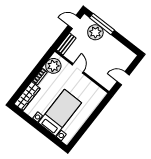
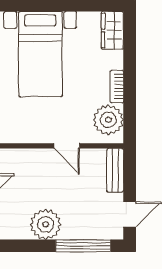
plant: (95, 32) -> (46, 224), moved
wardrobe: (27, 96) -> (112, 30), width x0.67

